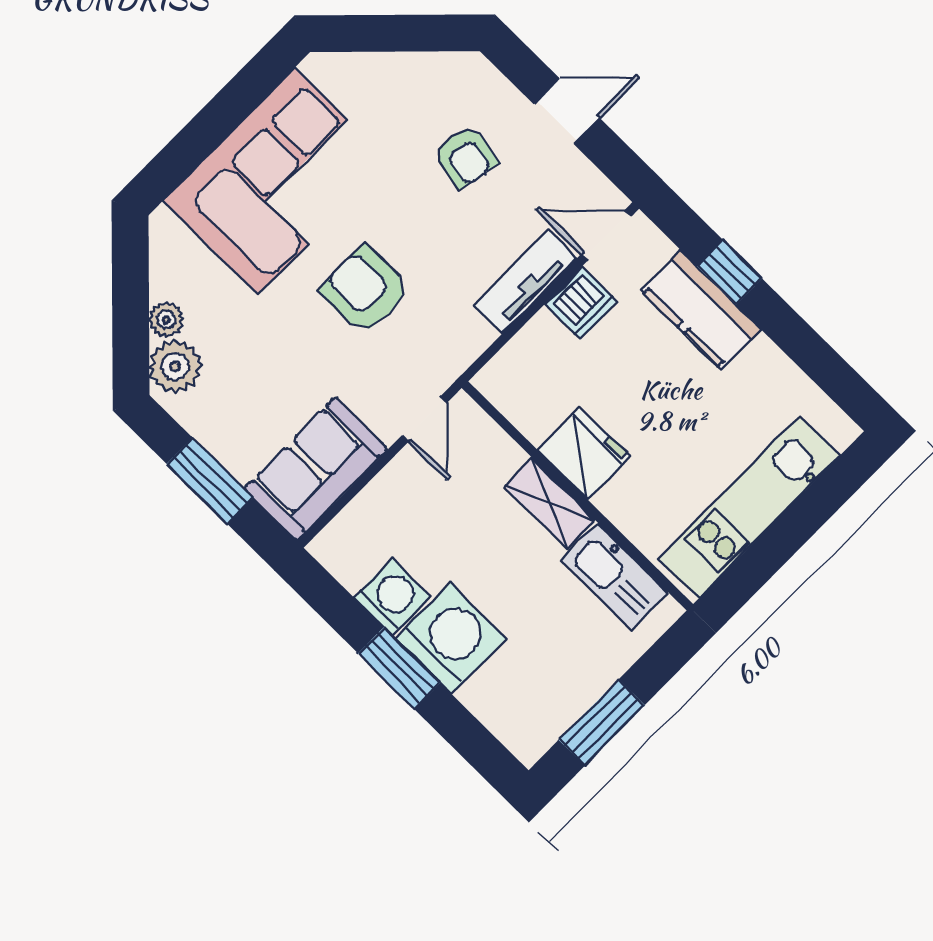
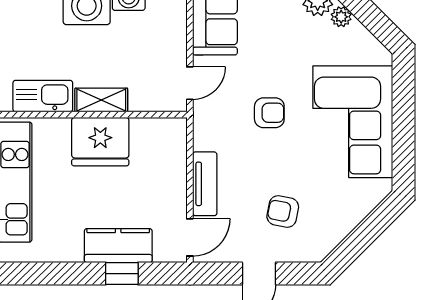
armchair: (365, 290) -> (269, 113), width x0.72, depth x0.72
dishwasher: (581, 303) -> (172, 198), removed
door: (424, 419) -> (190, 83), swing flipped
fridge: (584, 453) -> (100, 142), width x1.36, depth x1.34

